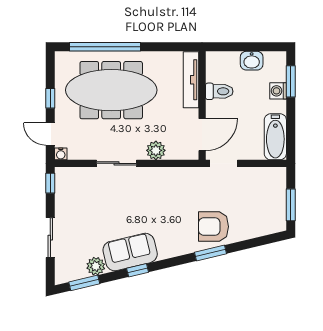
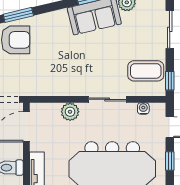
water cooler: (61, 154) -> (143, 108), moved
coffee table: (76, 194) -> (146, 71), added

